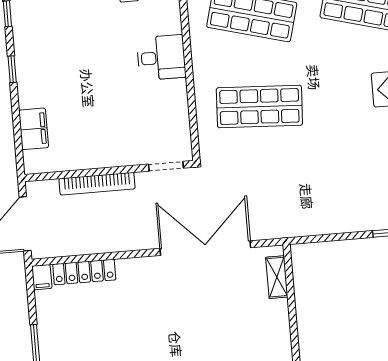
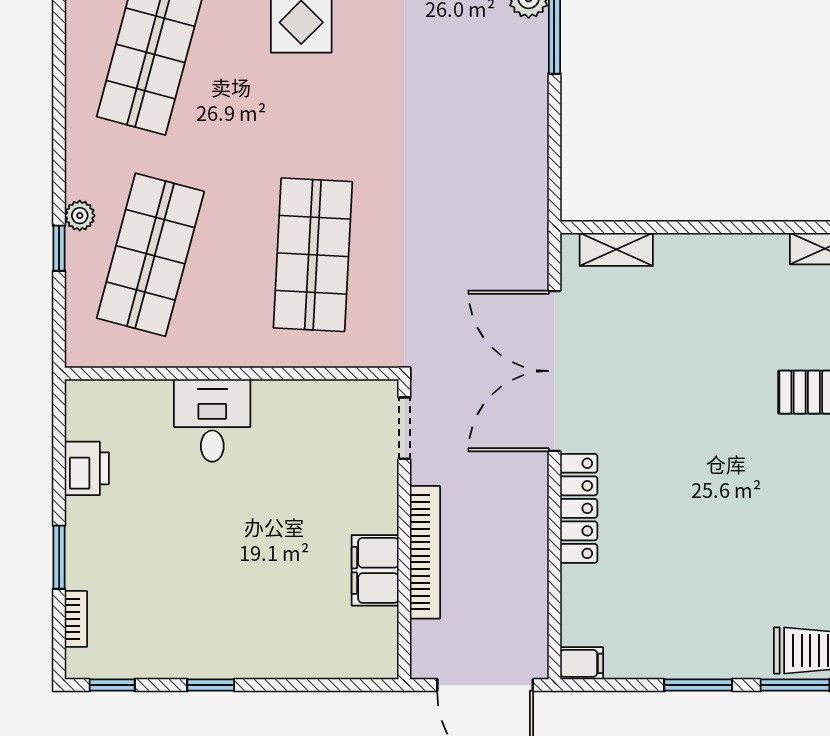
filing cabinet: (34, 129) -> (375, 570), moved, turned -90
locker: (84, 272) -> (579, 508), moved

